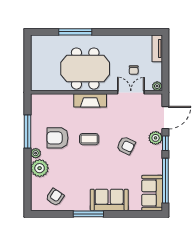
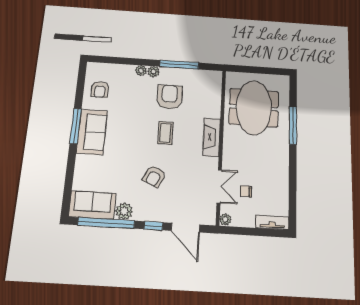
meeting table: (85, 69) -> (254, 108), moved
plant: (156, 138) -> (124, 211), moved
plant: (40, 168) -> (141, 71), width x0.53, depth x0.53
armchair: (55, 197) -> (100, 89), turned 56
sofa: (109, 200) -> (92, 132), moved

